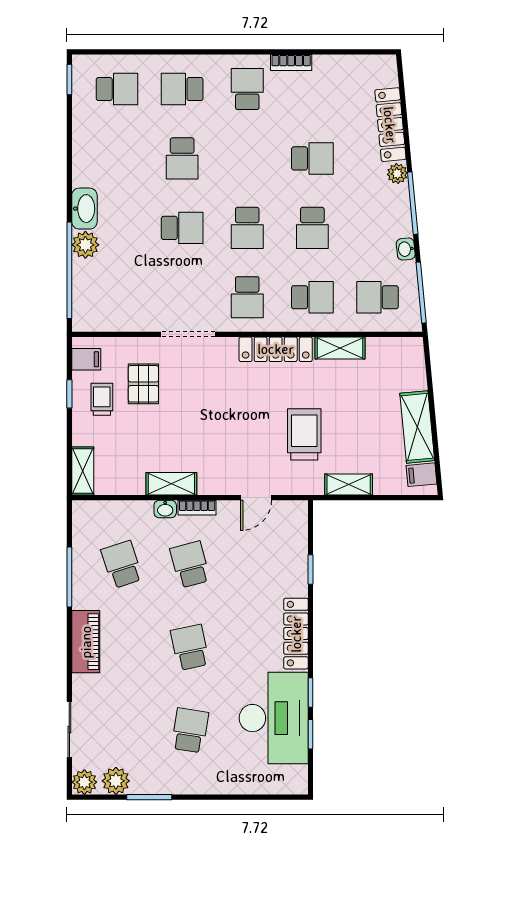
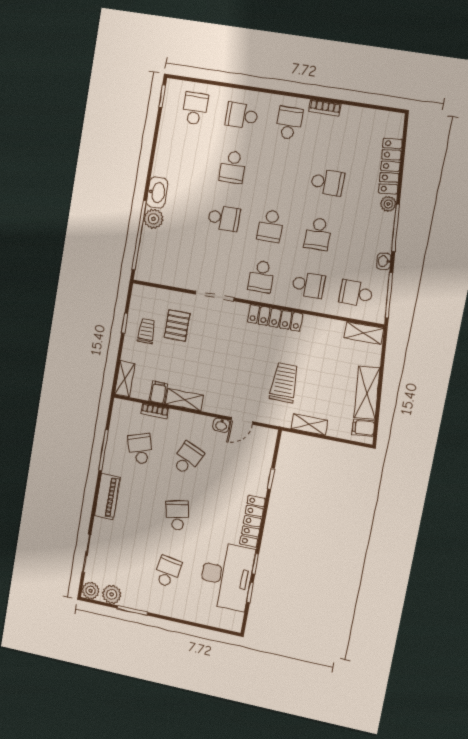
school desk: (117, 89) -> (195, 108), turned -90
shelving: (340, 348) -> (364, 333), moved
filing cabinet: (86, 359) -> (158, 392), moved, turned -90
bookcase: (197, 508) -> (155, 411), moved
washbasin: (165, 509) -> (221, 425), moved
school desk: (190, 564) -> (187, 458), turned 39

